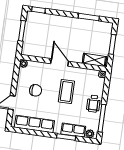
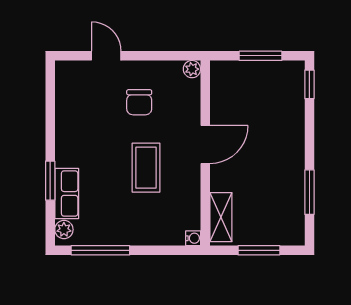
coffee table: (66, 91) -> (146, 168), turned 90
wheelchair: (93, 104) -> (129, 228), removed
row of seats: (34, 124) -> (68, 110), removed

